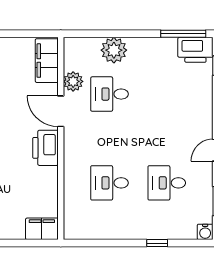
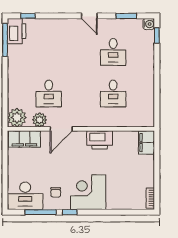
plant: (114, 50) -> (17, 118), moved
printer: (46, 148) -> (100, 140), moved
window: (157, 243) -> (157, 36), moved

